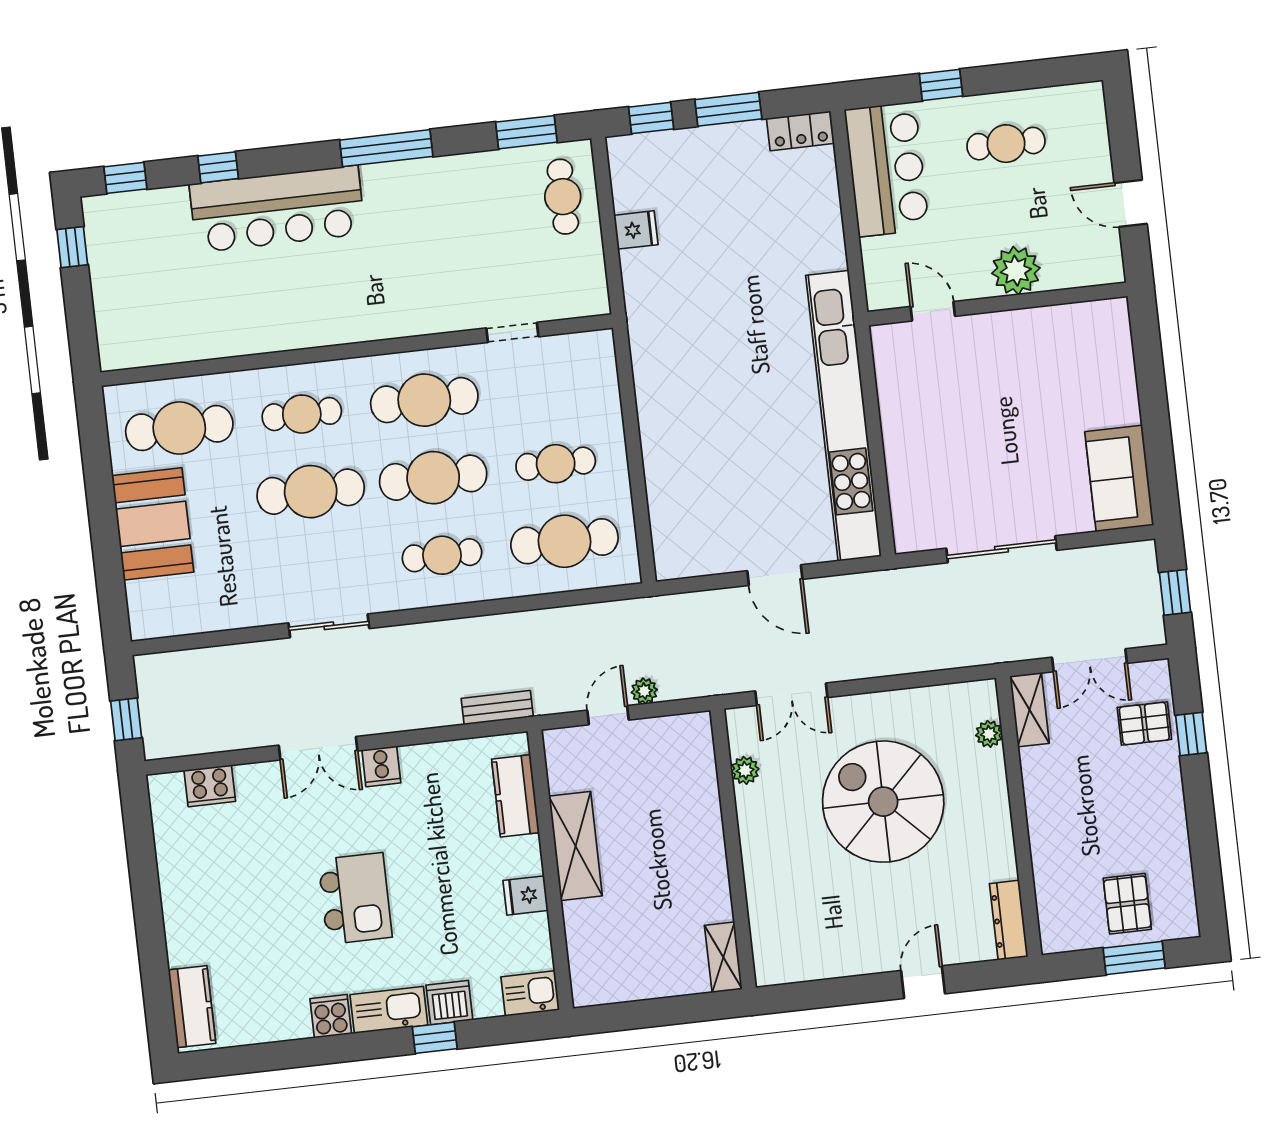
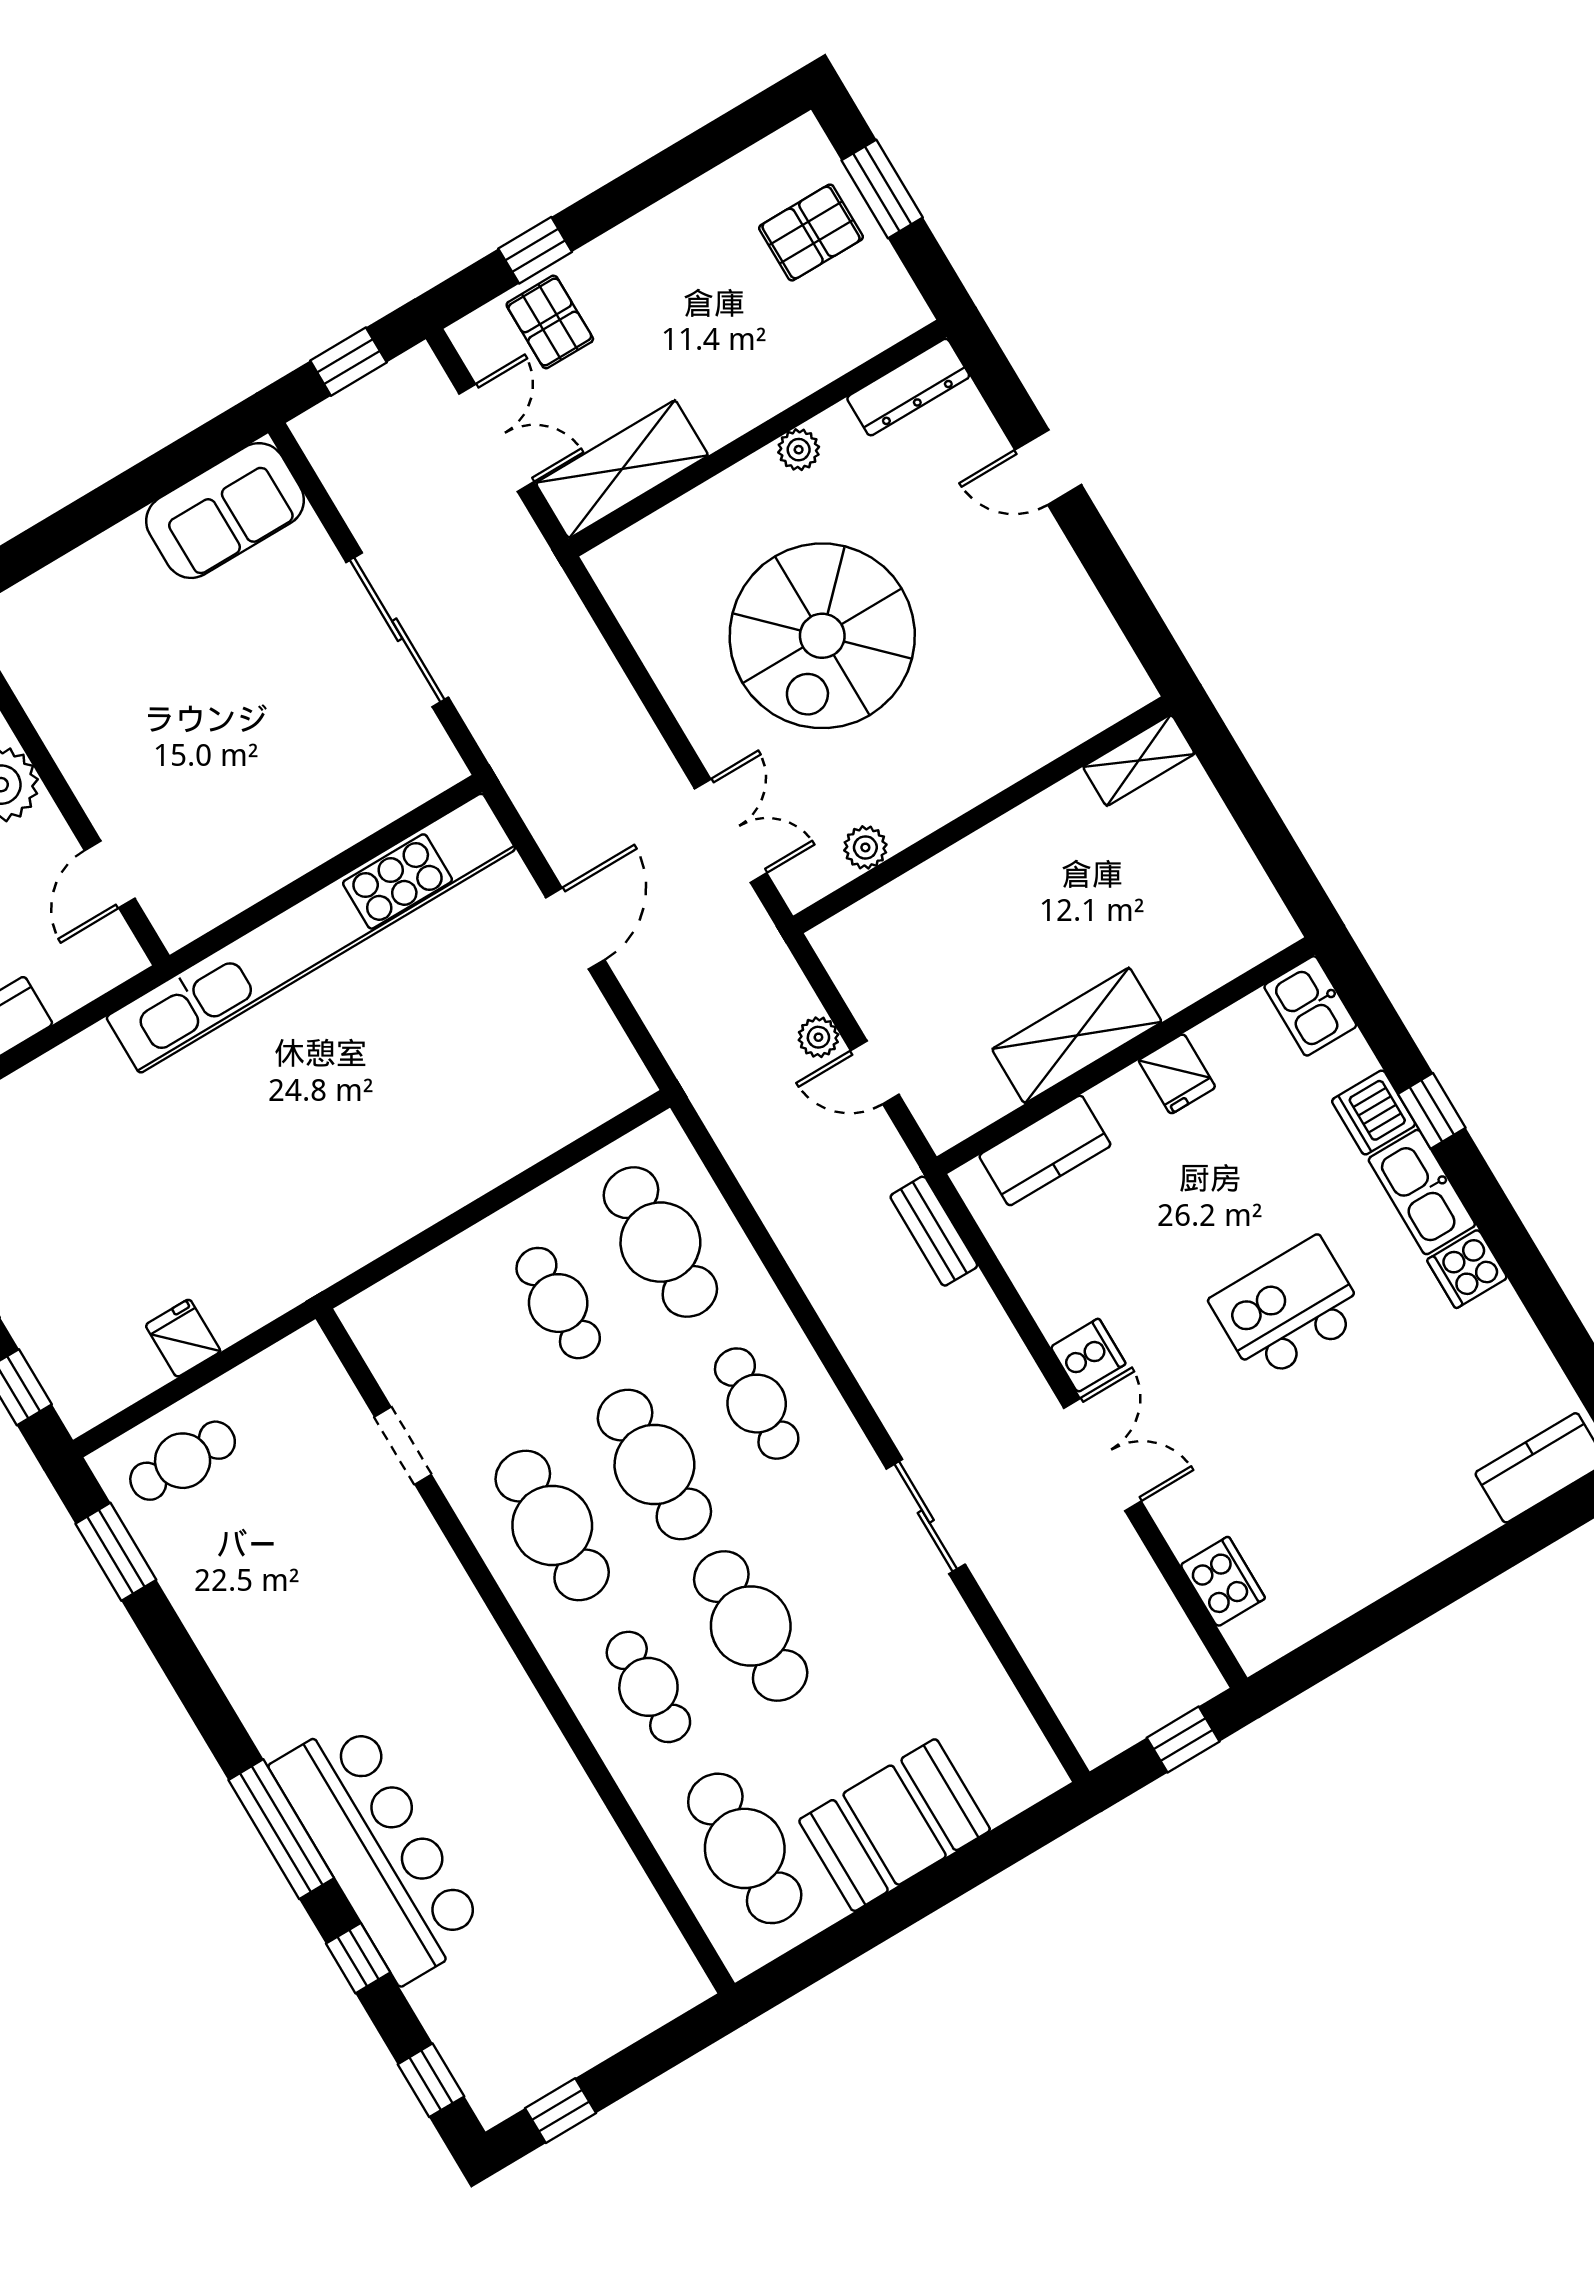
window: (386, 148) -> (281, 1829), moved
shelving: (1029, 710) -> (622, 469), width x1.50, depth x1.33
plant: (989, 734) -> (799, 450), moved

